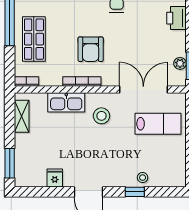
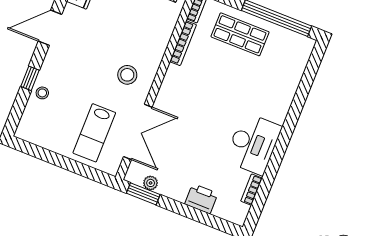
armchair: (91, 49) -> (205, 92), removed
bookcase: (82, 82) -> (183, 43), moved
kitchen sink: (66, 102) -> (157, 42), removed

